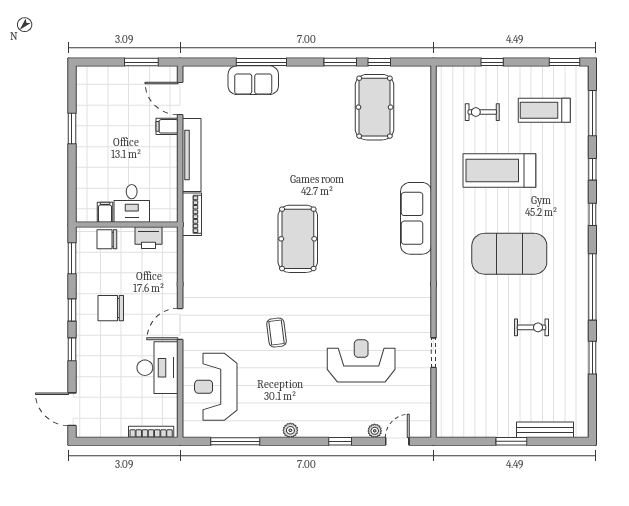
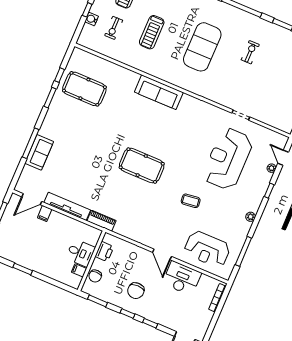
water cooler: (481, 74) -> (92, 19), added
treadmill: (499, 171) -> (152, 32), width x0.73, depth x0.73
reception desk: (361, 361) -> (228, 159), width x1.36, depth x1.30

